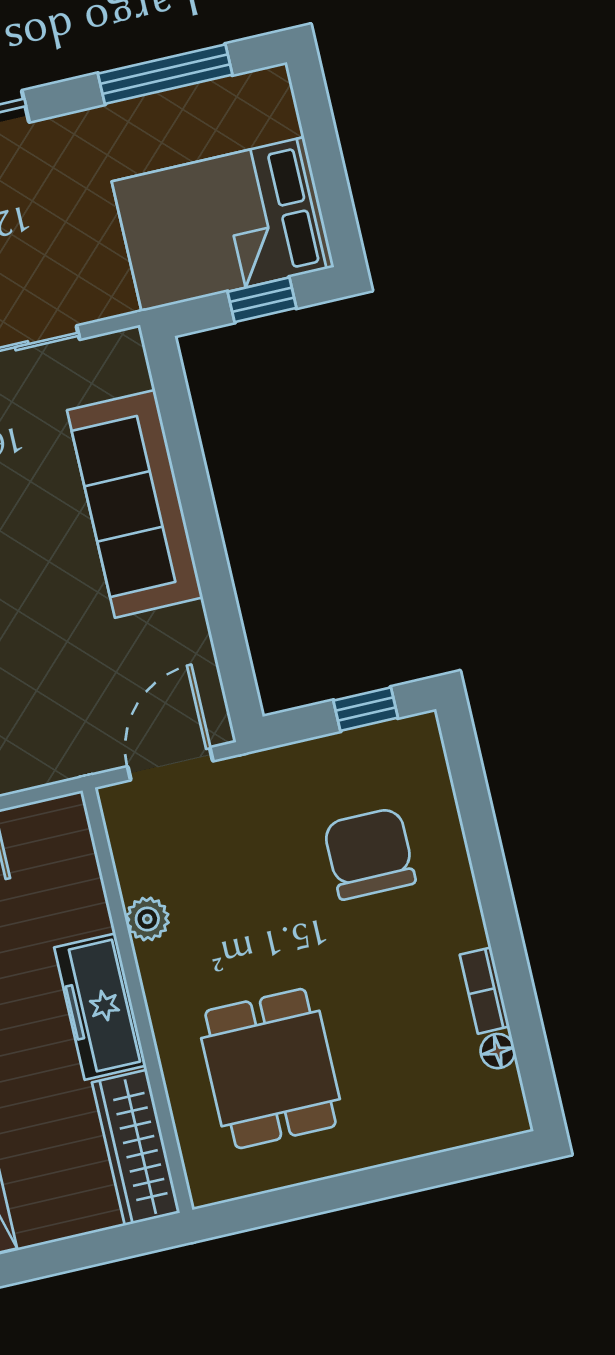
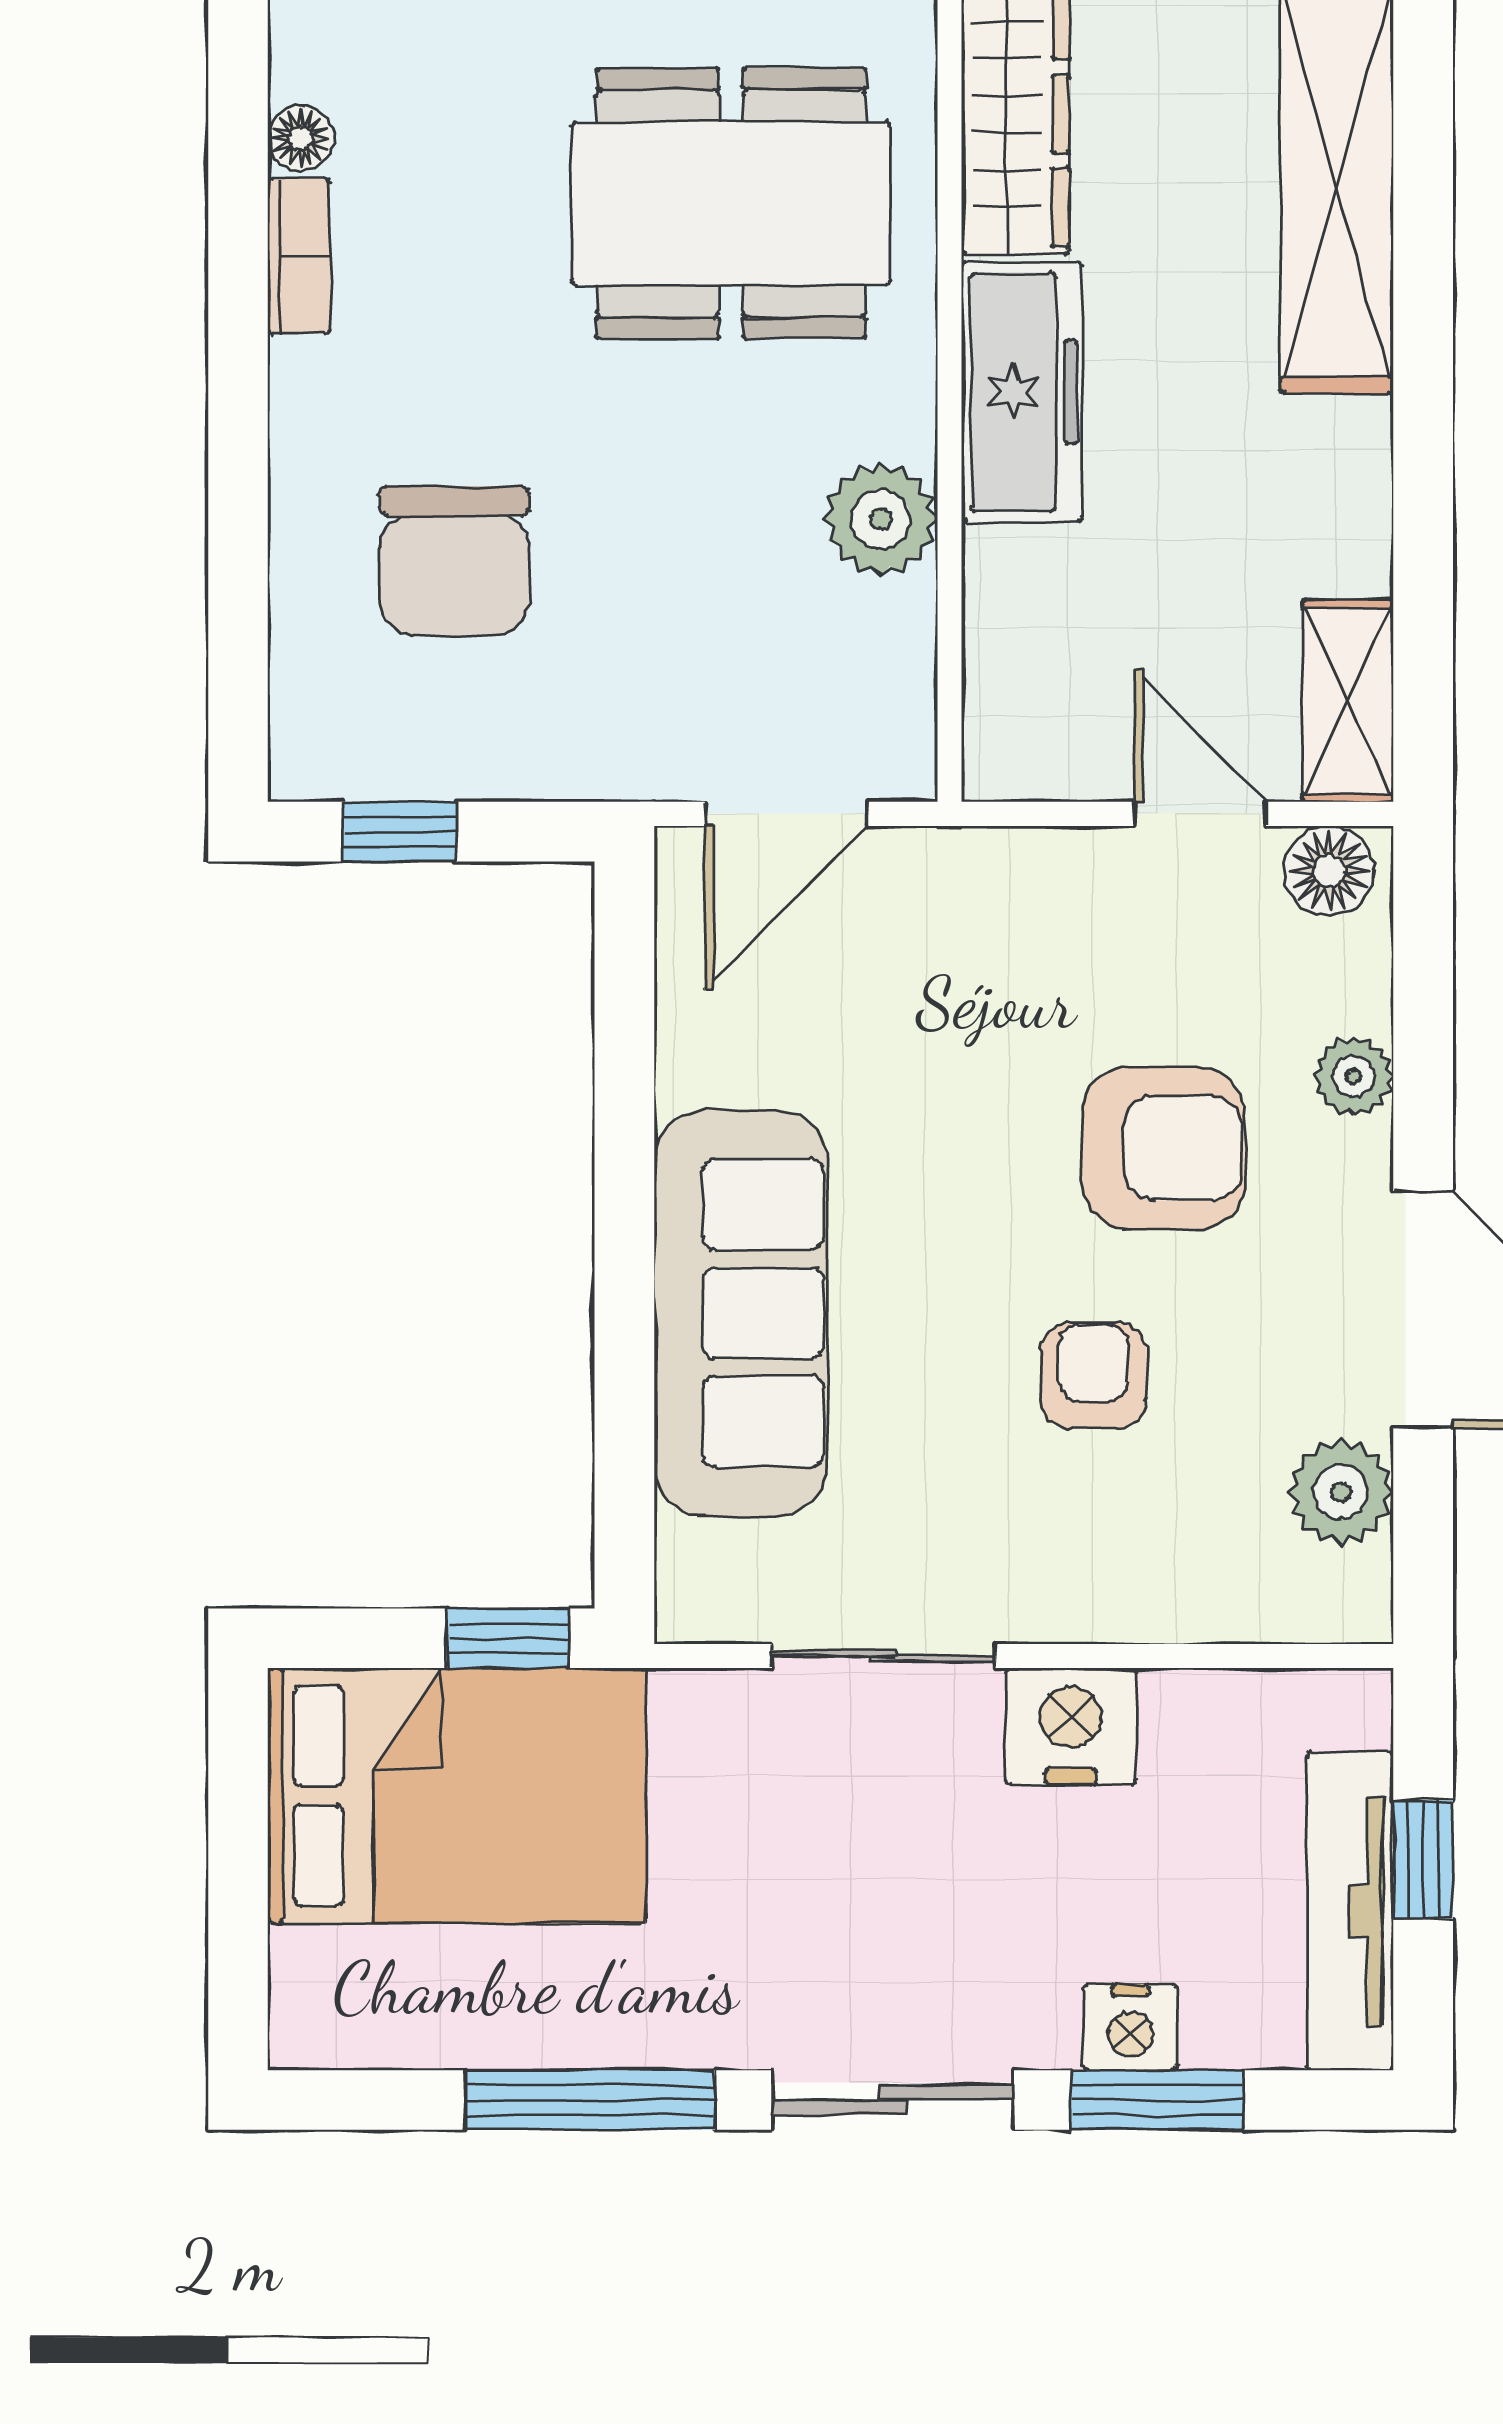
window: (165, 74) -> (590, 2100), moved
window: (262, 300) -> (508, 1638), moved
plant: (147, 919) -> (881, 519), width x1.38, depth x1.38
dining table: (271, 1069) -> (731, 203), width x1.38

